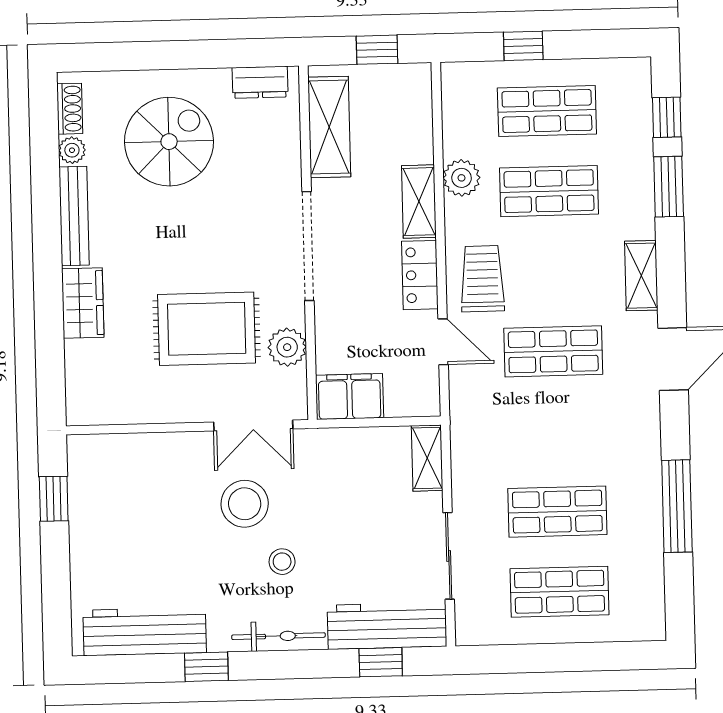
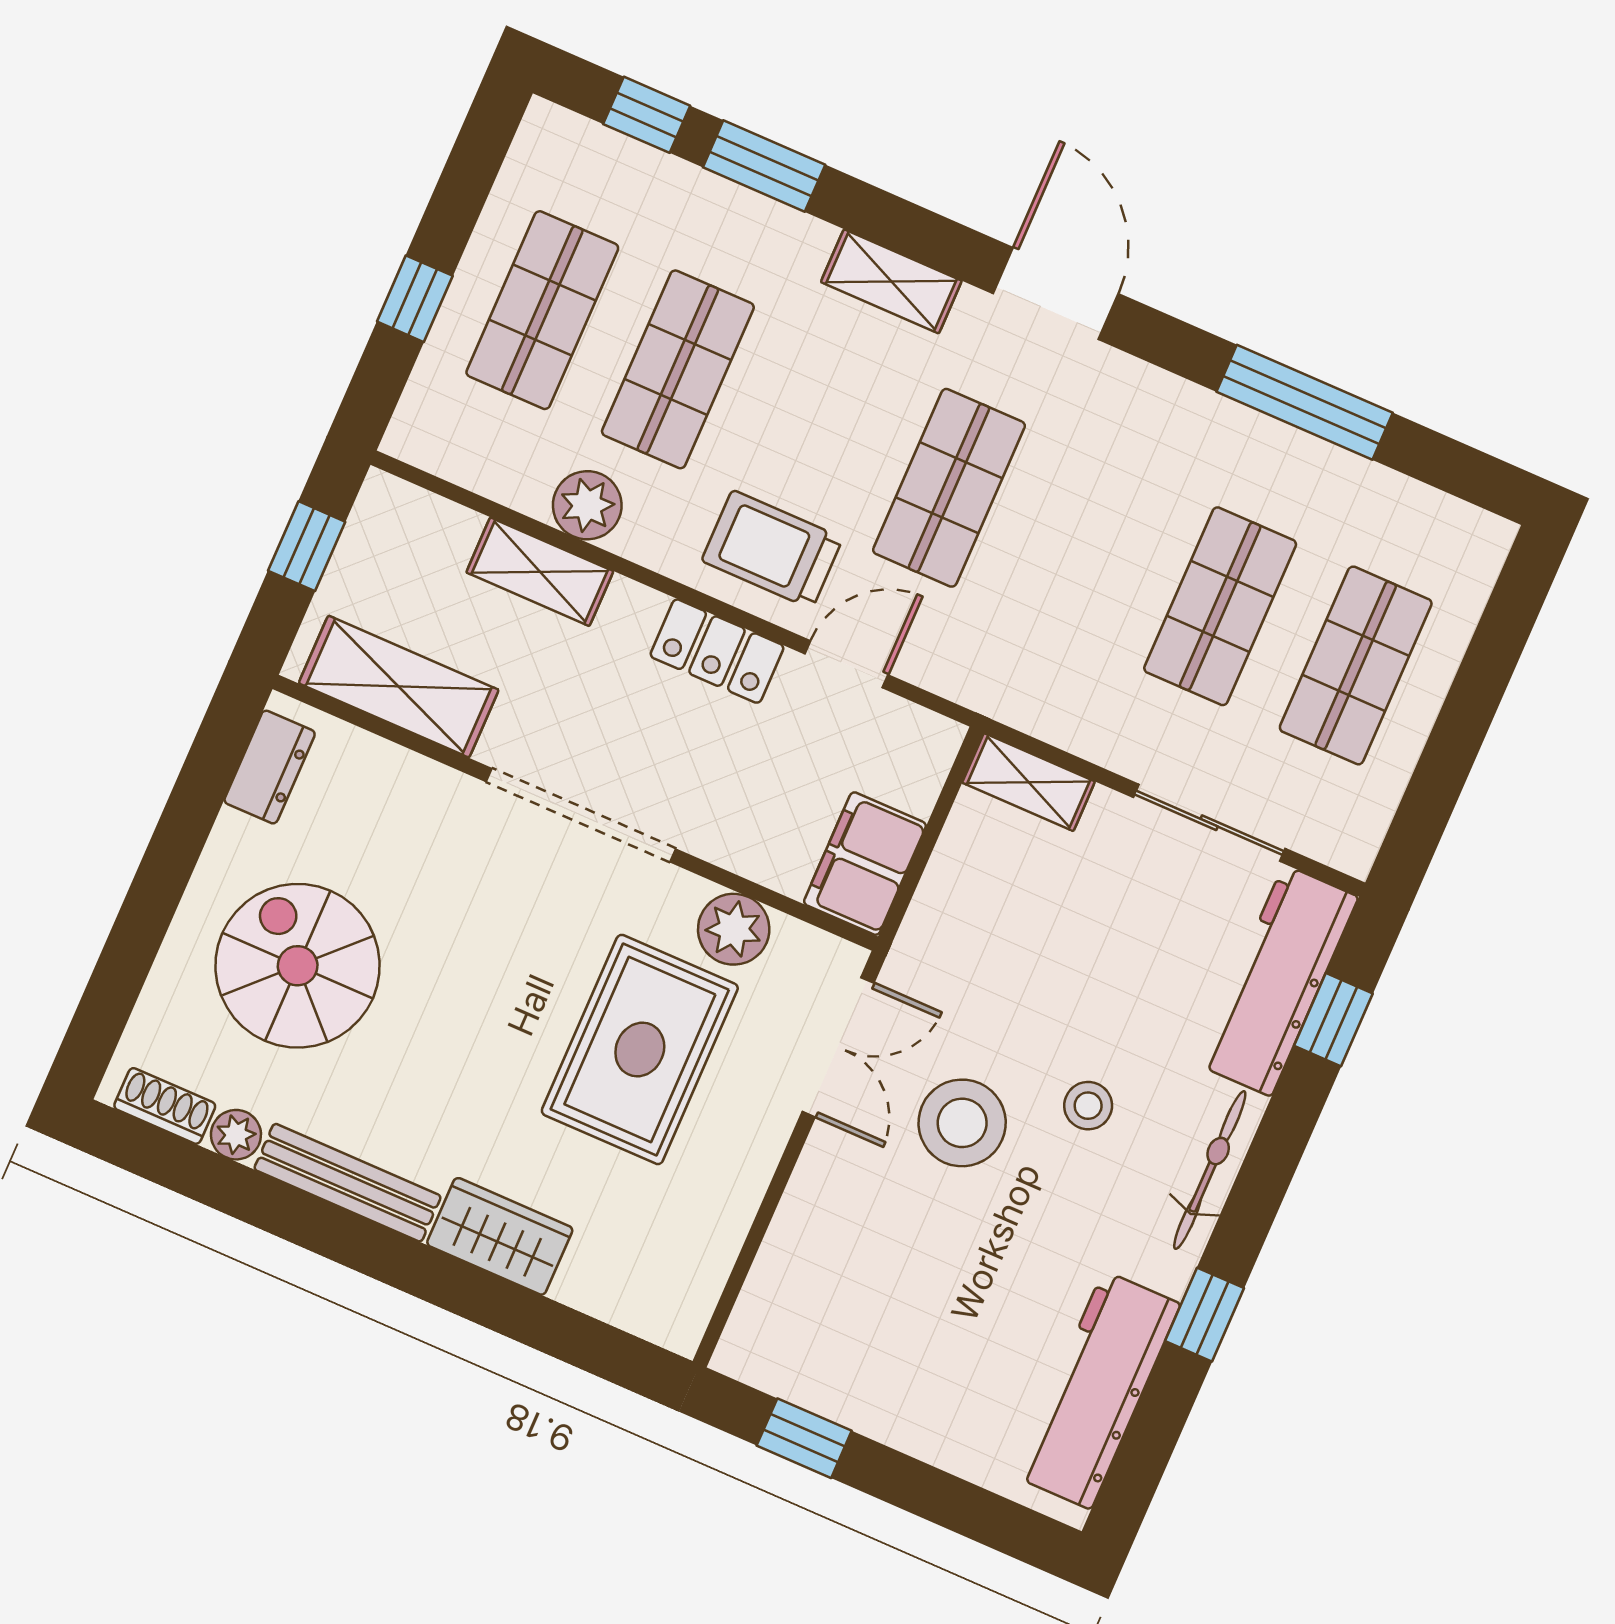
shelving: (419, 202) -> (540, 572), moved

